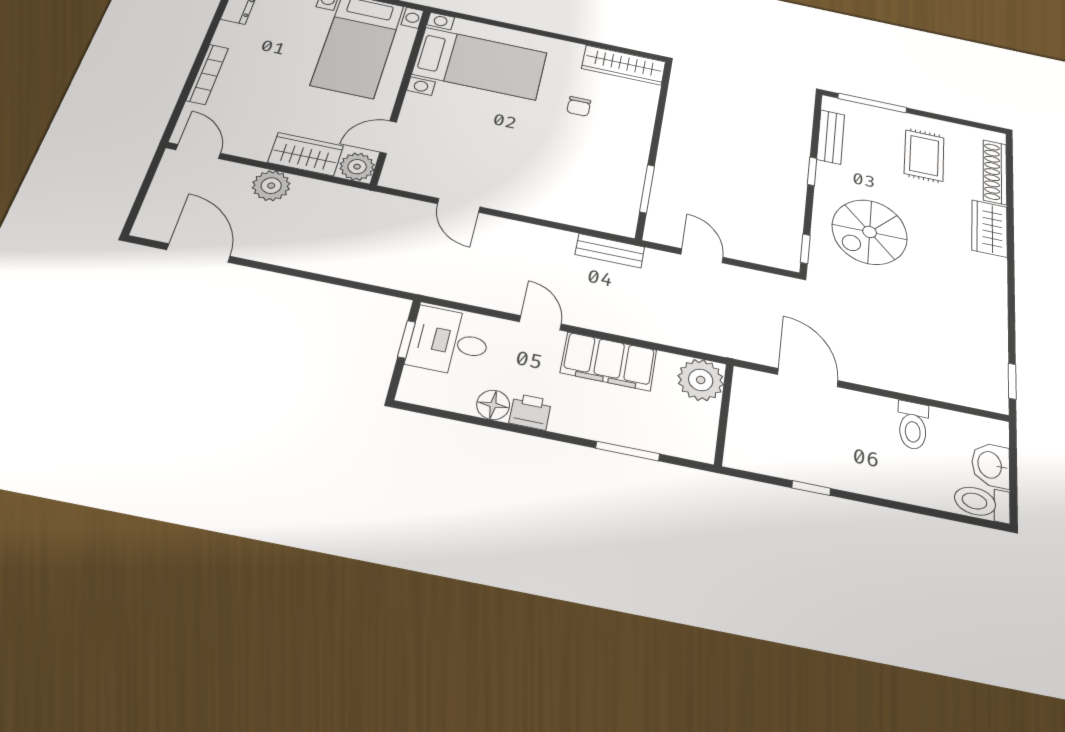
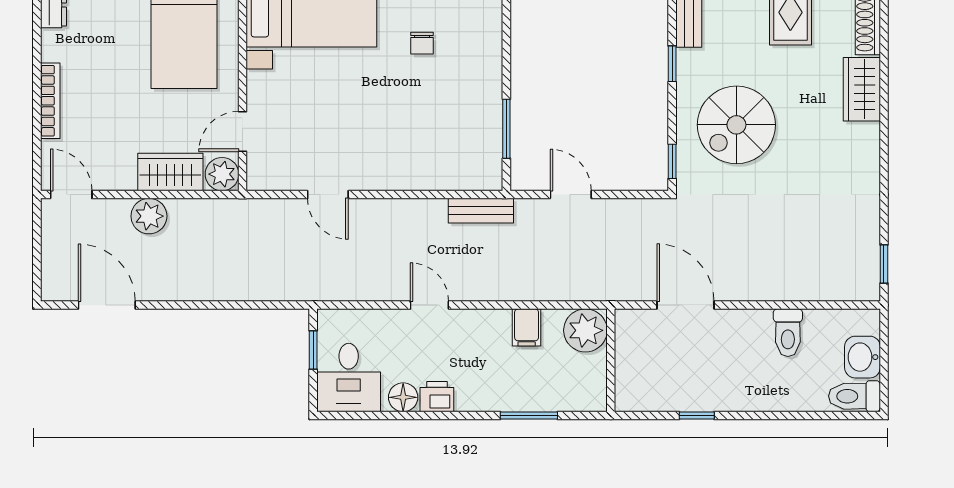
desk: (449, 342) -> (349, 377), moved, turned -90
filing cabinet: (609, 361) -> (527, 327), width x0.33, depth x0.86

